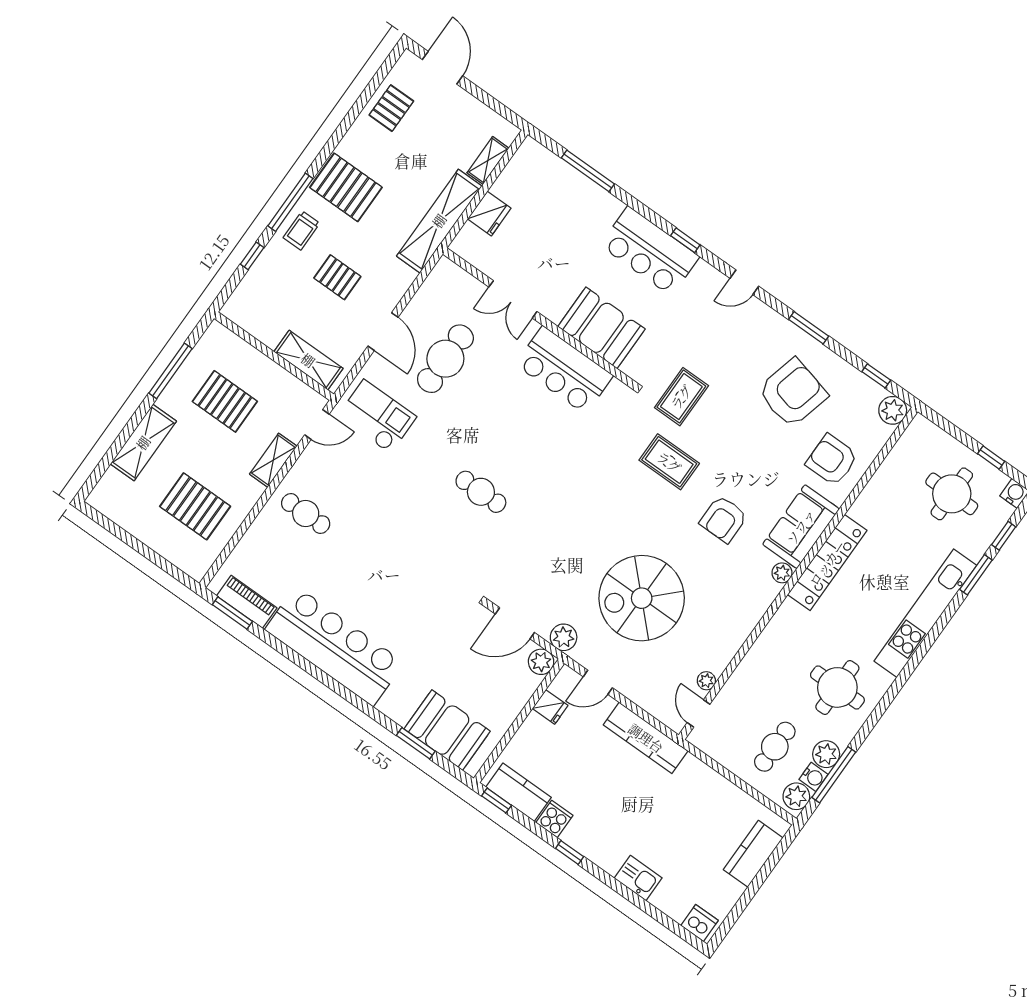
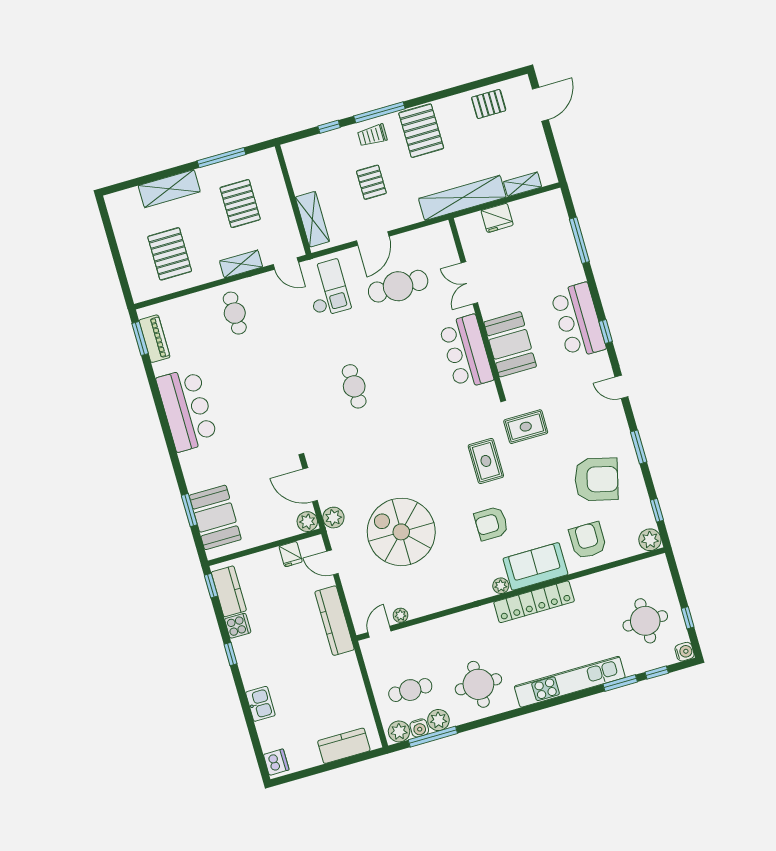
bar counter: (334, 646) -> (187, 410), width x0.73

